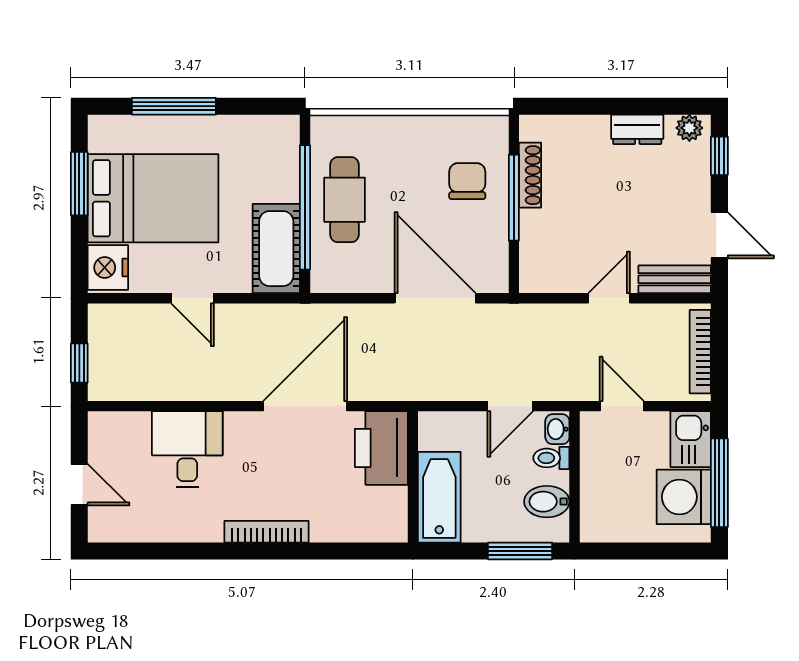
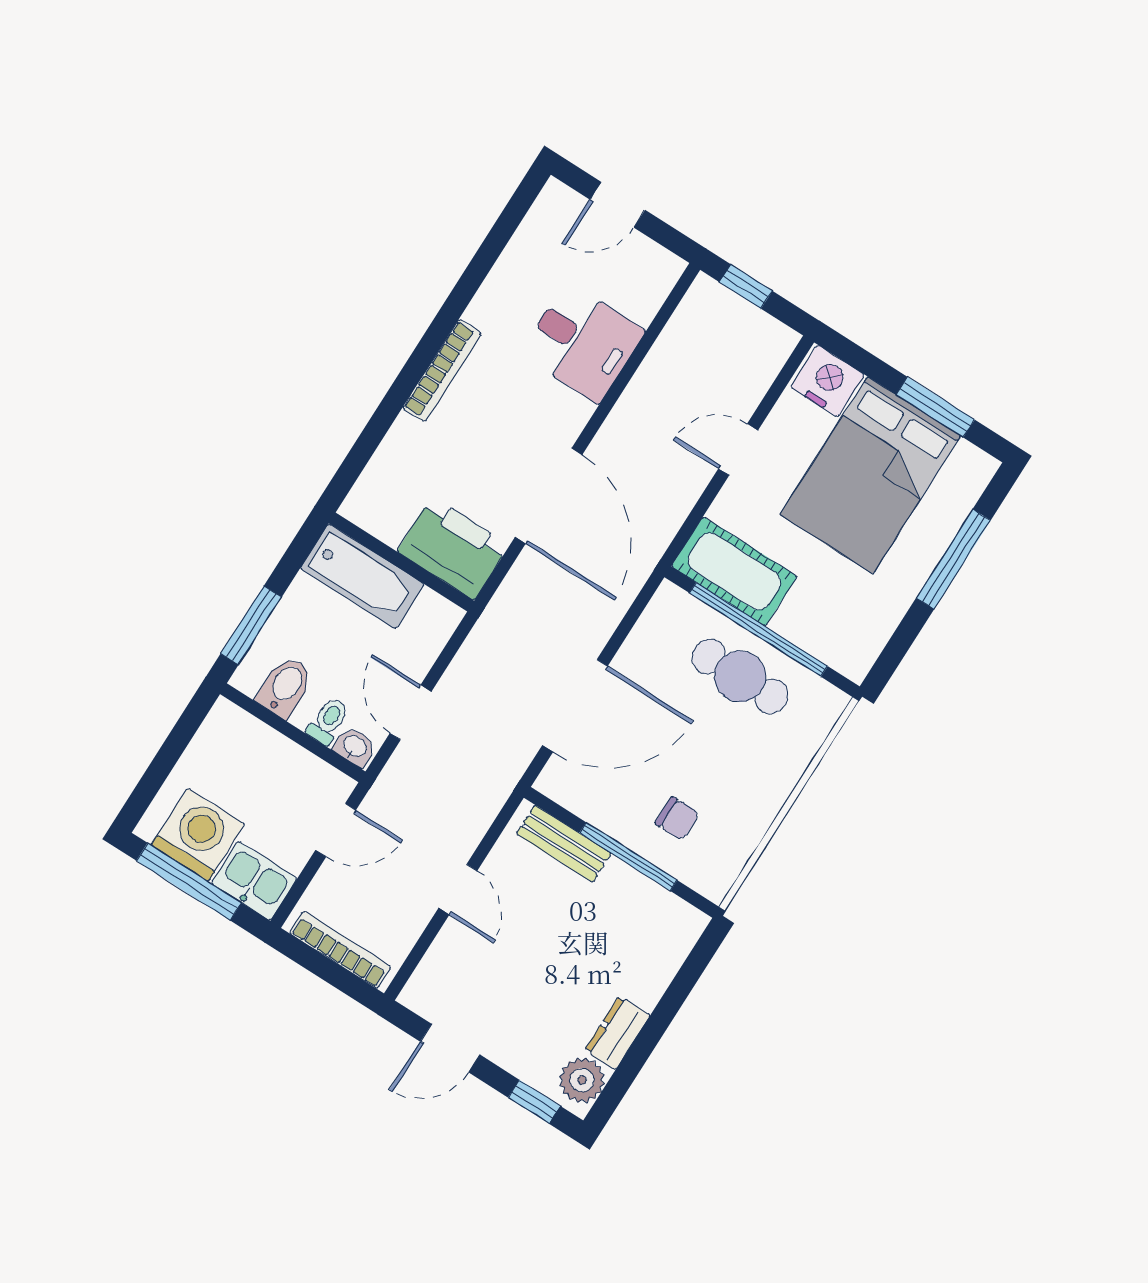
plant: (689, 128) -> (582, 1080), width x1.38, depth x1.38
shoe rack: (530, 175) -> (641, 889), removed
chair: (467, 181) -> (677, 818), width x0.73, depth x0.73
bench: (675, 279) -> (564, 844), moved, turned 90

